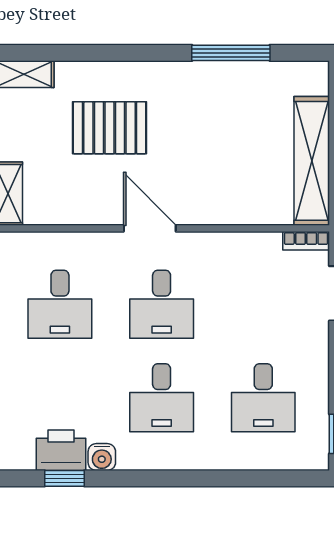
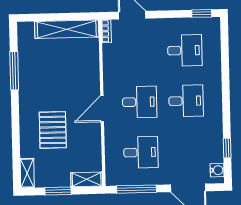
printer: (61, 450) -> (213, 150), removed
water cooler: (102, 457) -> (217, 170), moved

